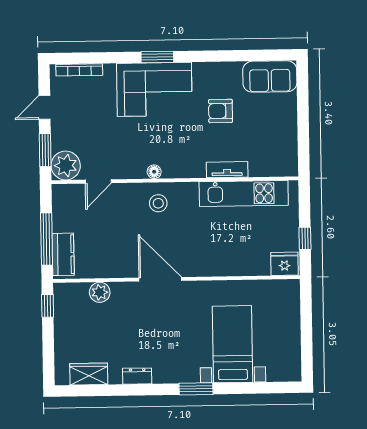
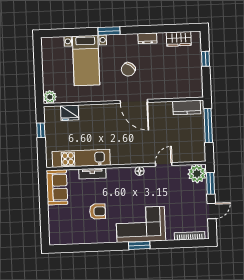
sofa: (270, 76) -> (57, 187), moved, turned 90
door: (98, 181) -> (164, 164), moved
stool: (158, 203) -> (136, 151), removed
kitchen counter: (63, 254) -> (187, 107), moved, turned -90
fridge: (284, 264) -> (70, 113), moved
plant: (100, 292) -> (50, 97), moved
window: (48, 306) -> (205, 59), moved
chair: (168, 329) -> (128, 69), added

